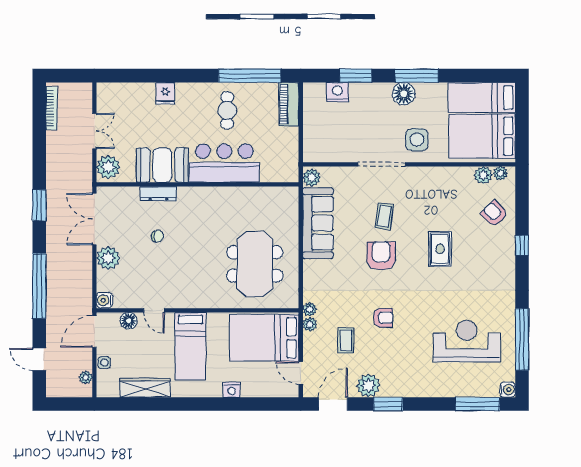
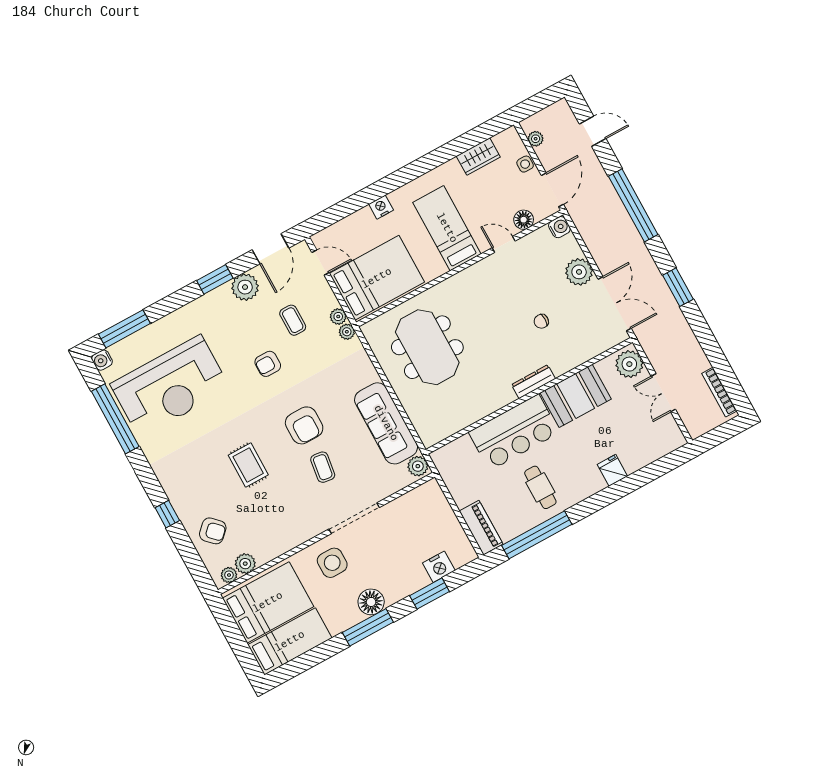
dresser: (158, 194) -> (533, 382), moved
reception desk: (467, 341) -> (170, 386), width x1.36, depth x1.30
wardrobe: (145, 388) -> (478, 157), width x0.67

